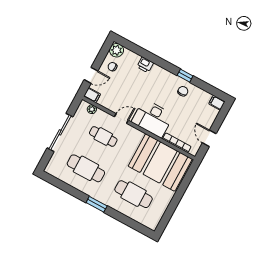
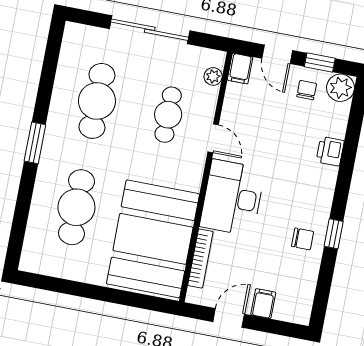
window: (101, 56) -> (320, 62), added
filing cabinet: (217, 103) -> (263, 304), moved

